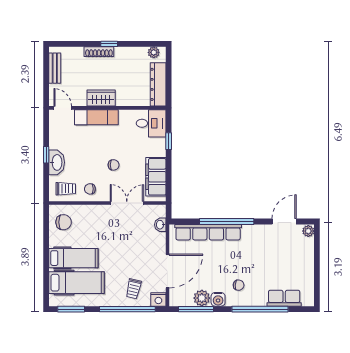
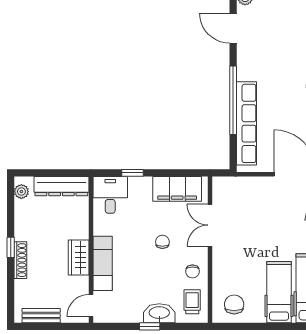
washbasin: (160, 225) -> (237, 183), removed

